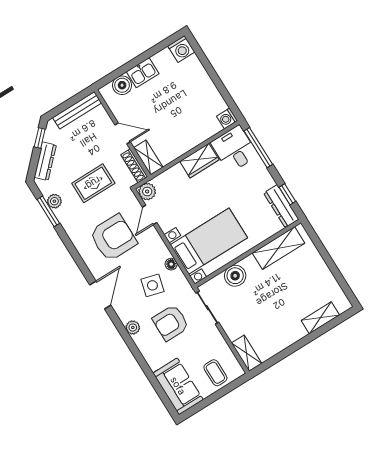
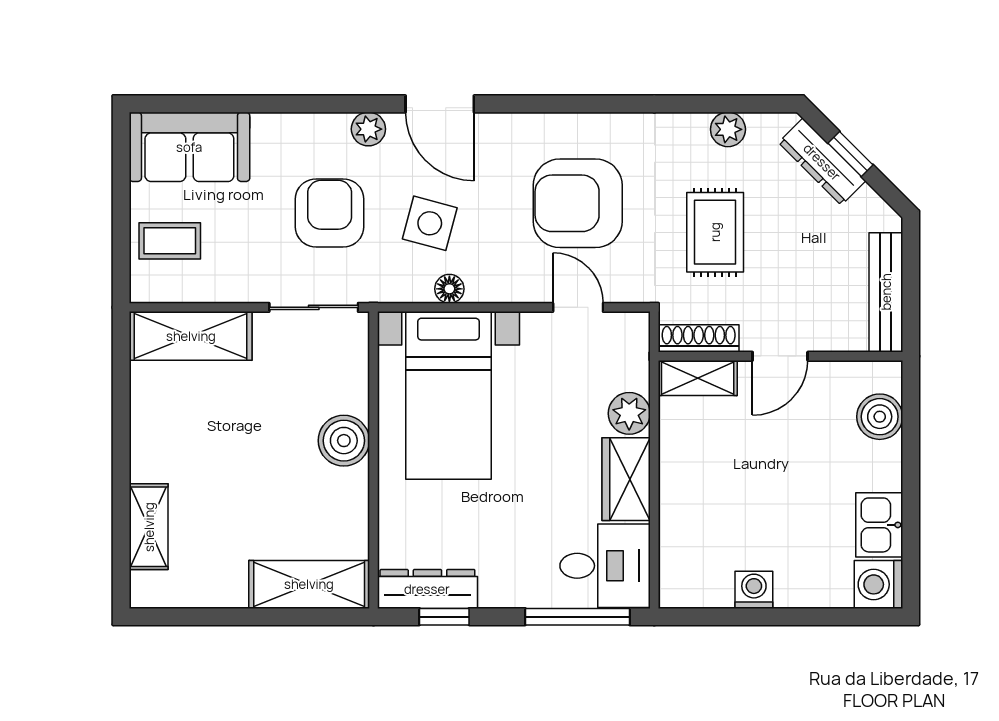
kitchen sink: (143, 73) -> (879, 525), moved
washing machine: (227, 118) -> (754, 590), moved
window: (40, 138) -> (850, 154), moved
plant: (147, 191) -> (629, 413), moved
window: (48, 211) -> (715, 104), removed
armchair: (113, 238) -> (578, 203), turned 90
shelving: (278, 248) -> (309, 584), moved, turned 90
boiler: (235, 276) -> (344, 441), moved
door: (100, 295) -> (440, 104), moved
shelving: (247, 353) -> (191, 336), width x1.50, depth x1.33

